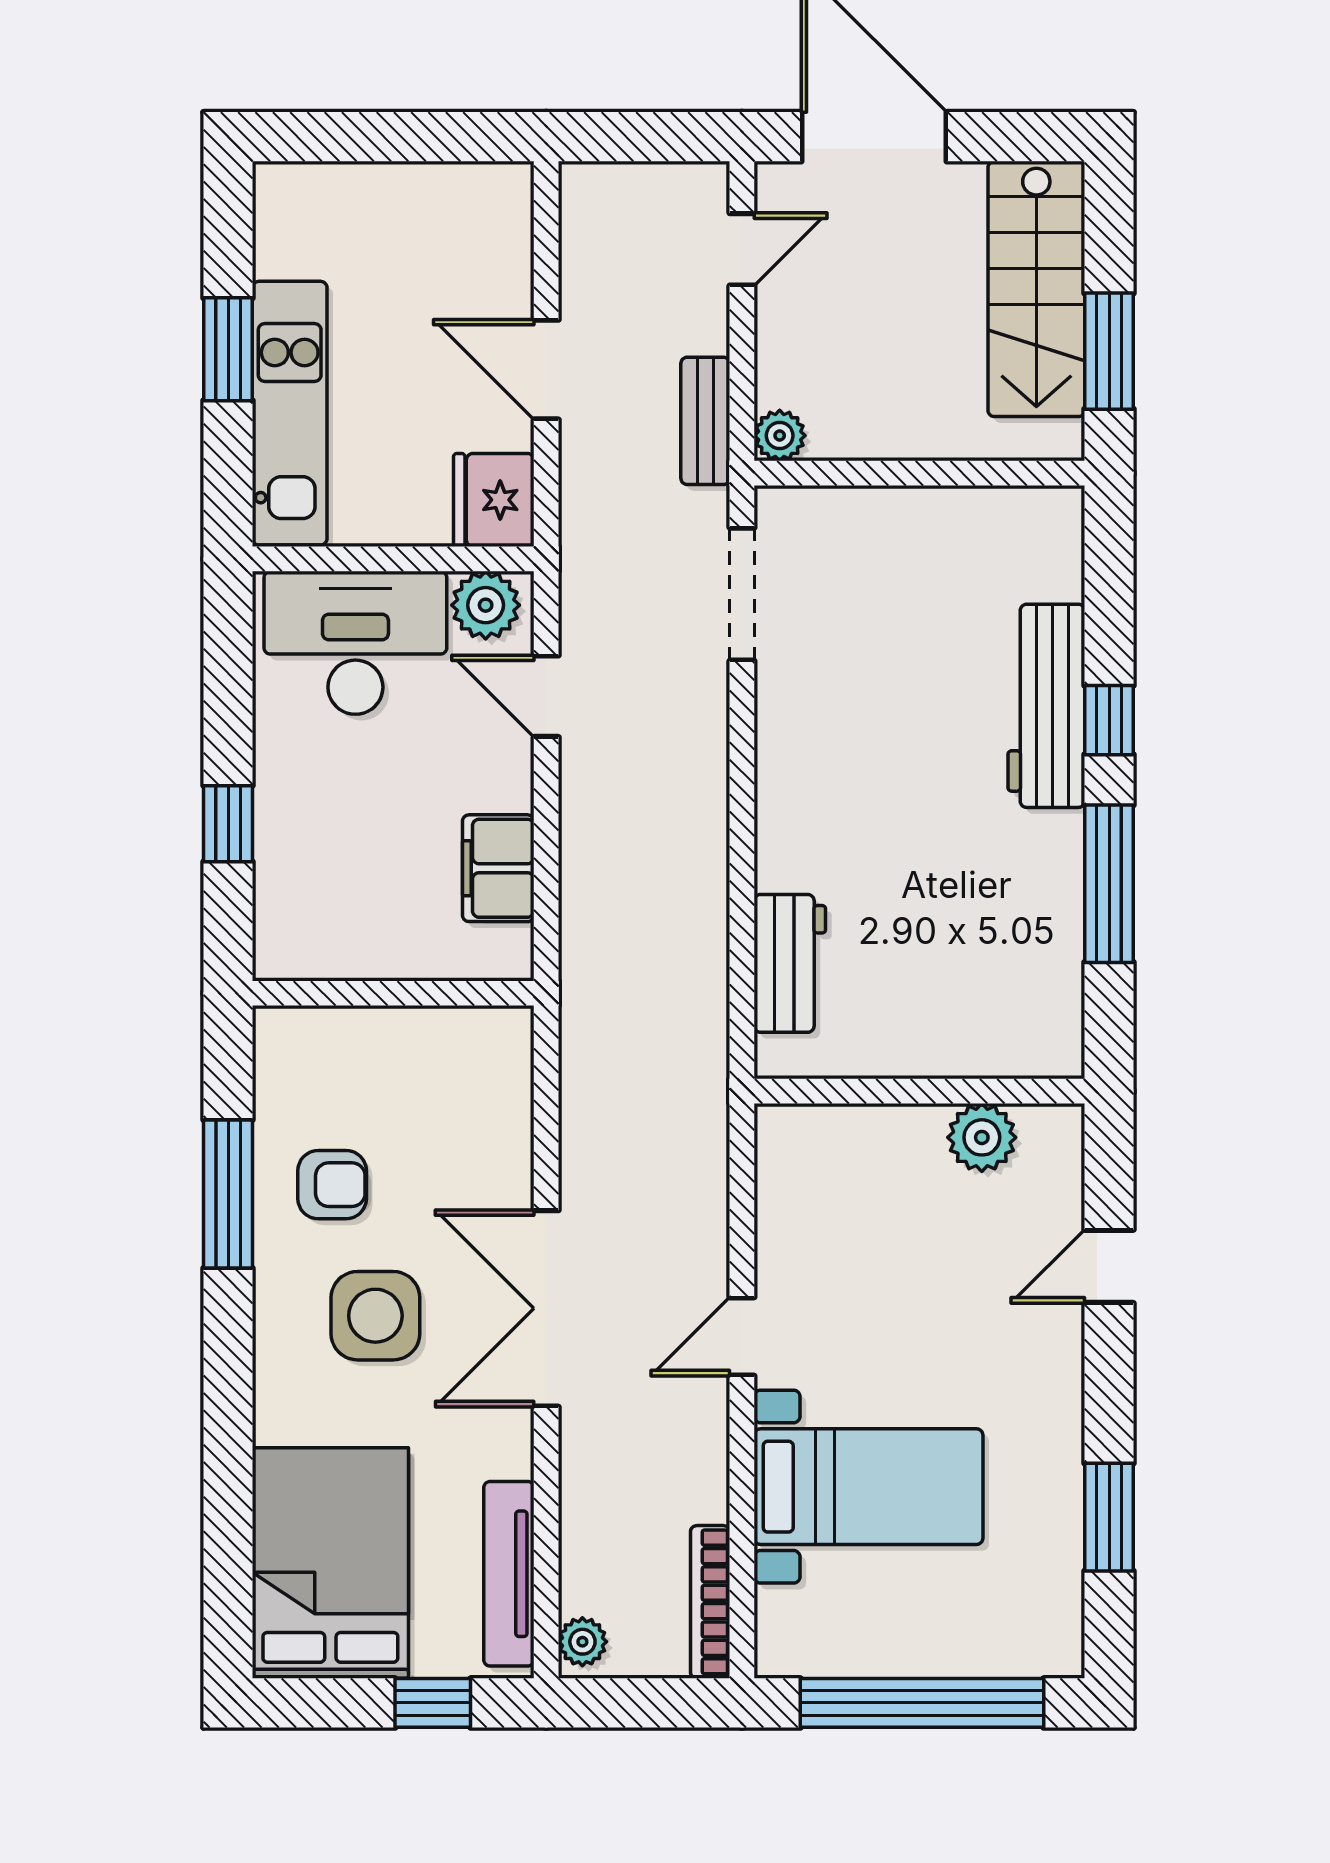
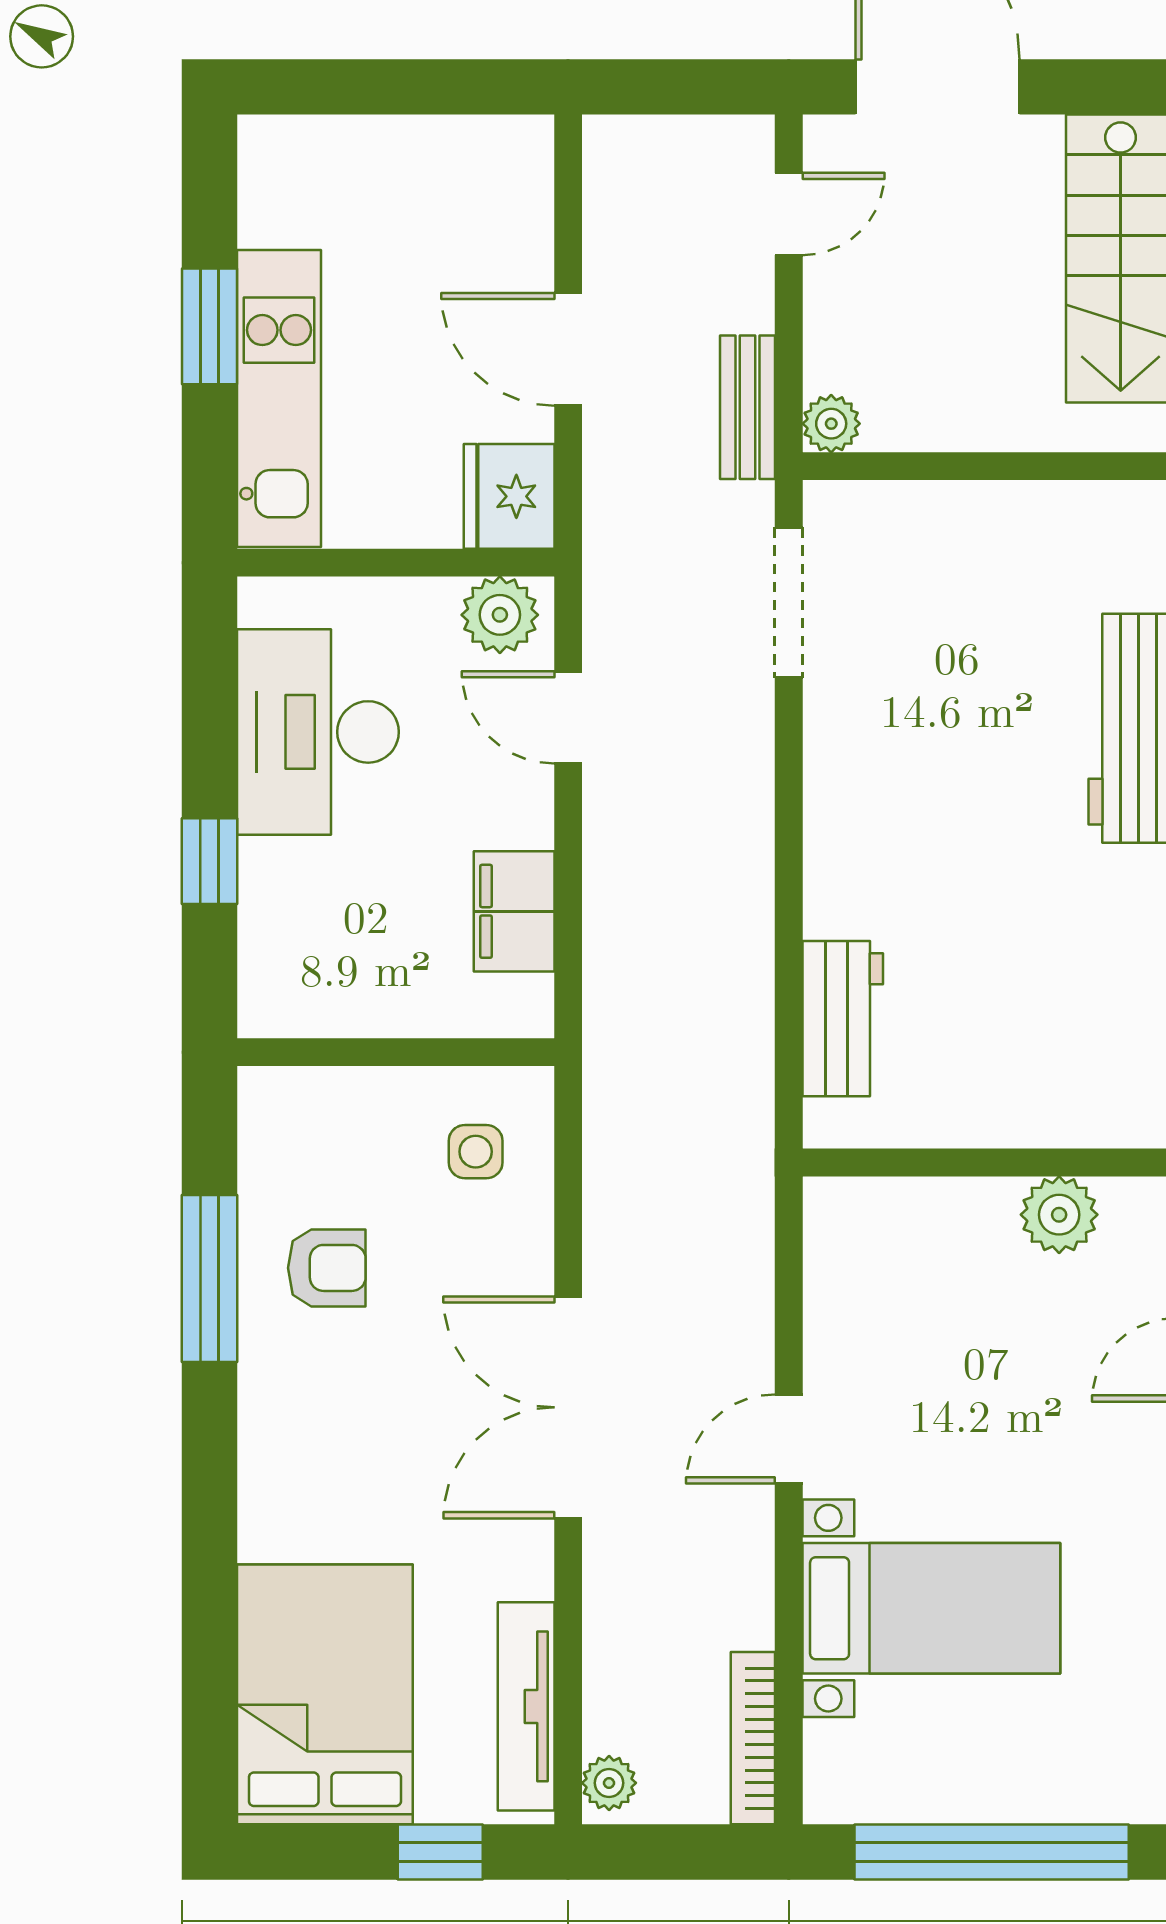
desk: (355, 643) -> (318, 732), moved, turned -90
side table: (375, 1316) -> (476, 1152), moved, width x0.54, depth x0.54

